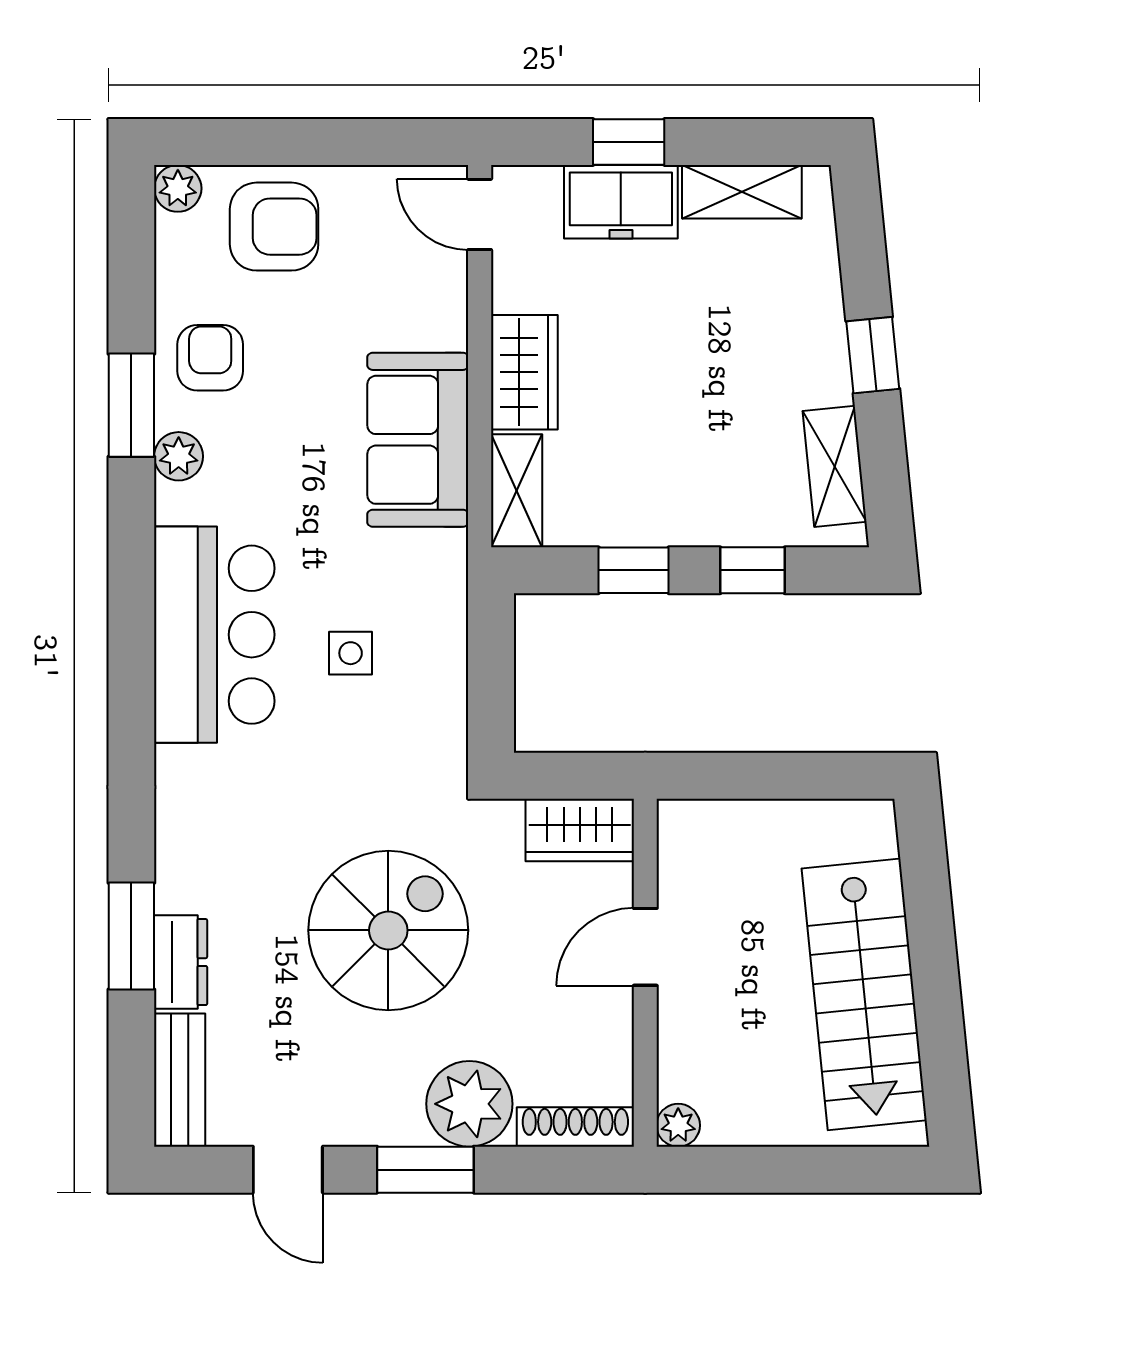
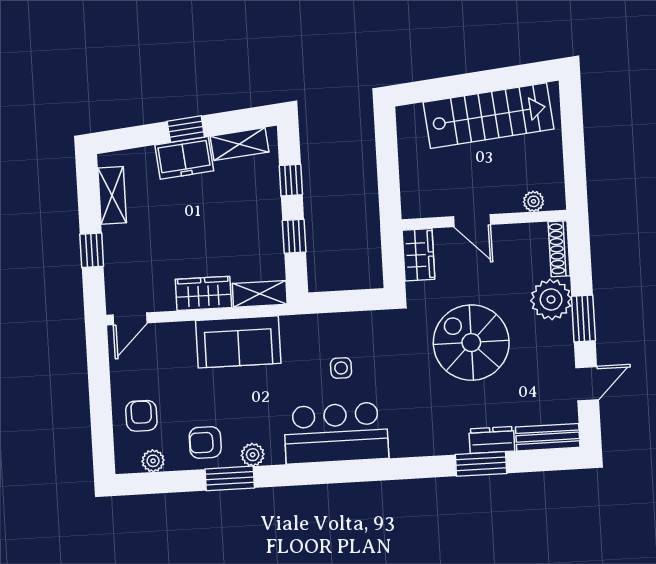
plant: (178, 188) -> (153, 461), moved
freezer: (621, 202) -> (184, 158), moved, turned 84
armchair: (274, 227) -> (141, 416), width x0.72, depth x0.72
plant: (678, 1125) -> (534, 201), moved

